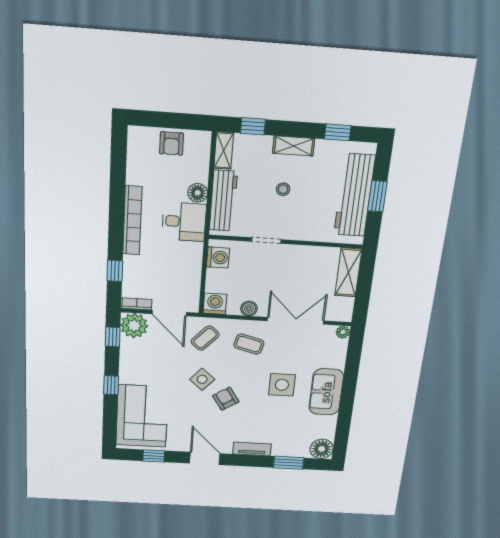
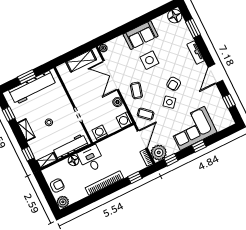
plant: (139, 137) -> (63, 202), added
shelving: (348, 272) -> (81, 61), moved
corner sofa: (142, 416) -> (192, 128), moved

